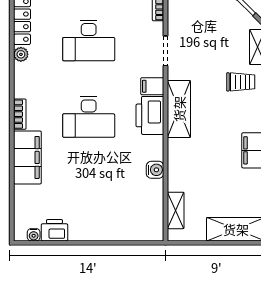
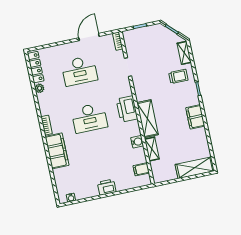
filing cabinet: (152, 86) -> (141, 169), moved
shelving: (179, 109) -> (148, 119), moved
shelving: (176, 210) -> (152, 149), moved
printer: (54, 230) -> (107, 187), moved

